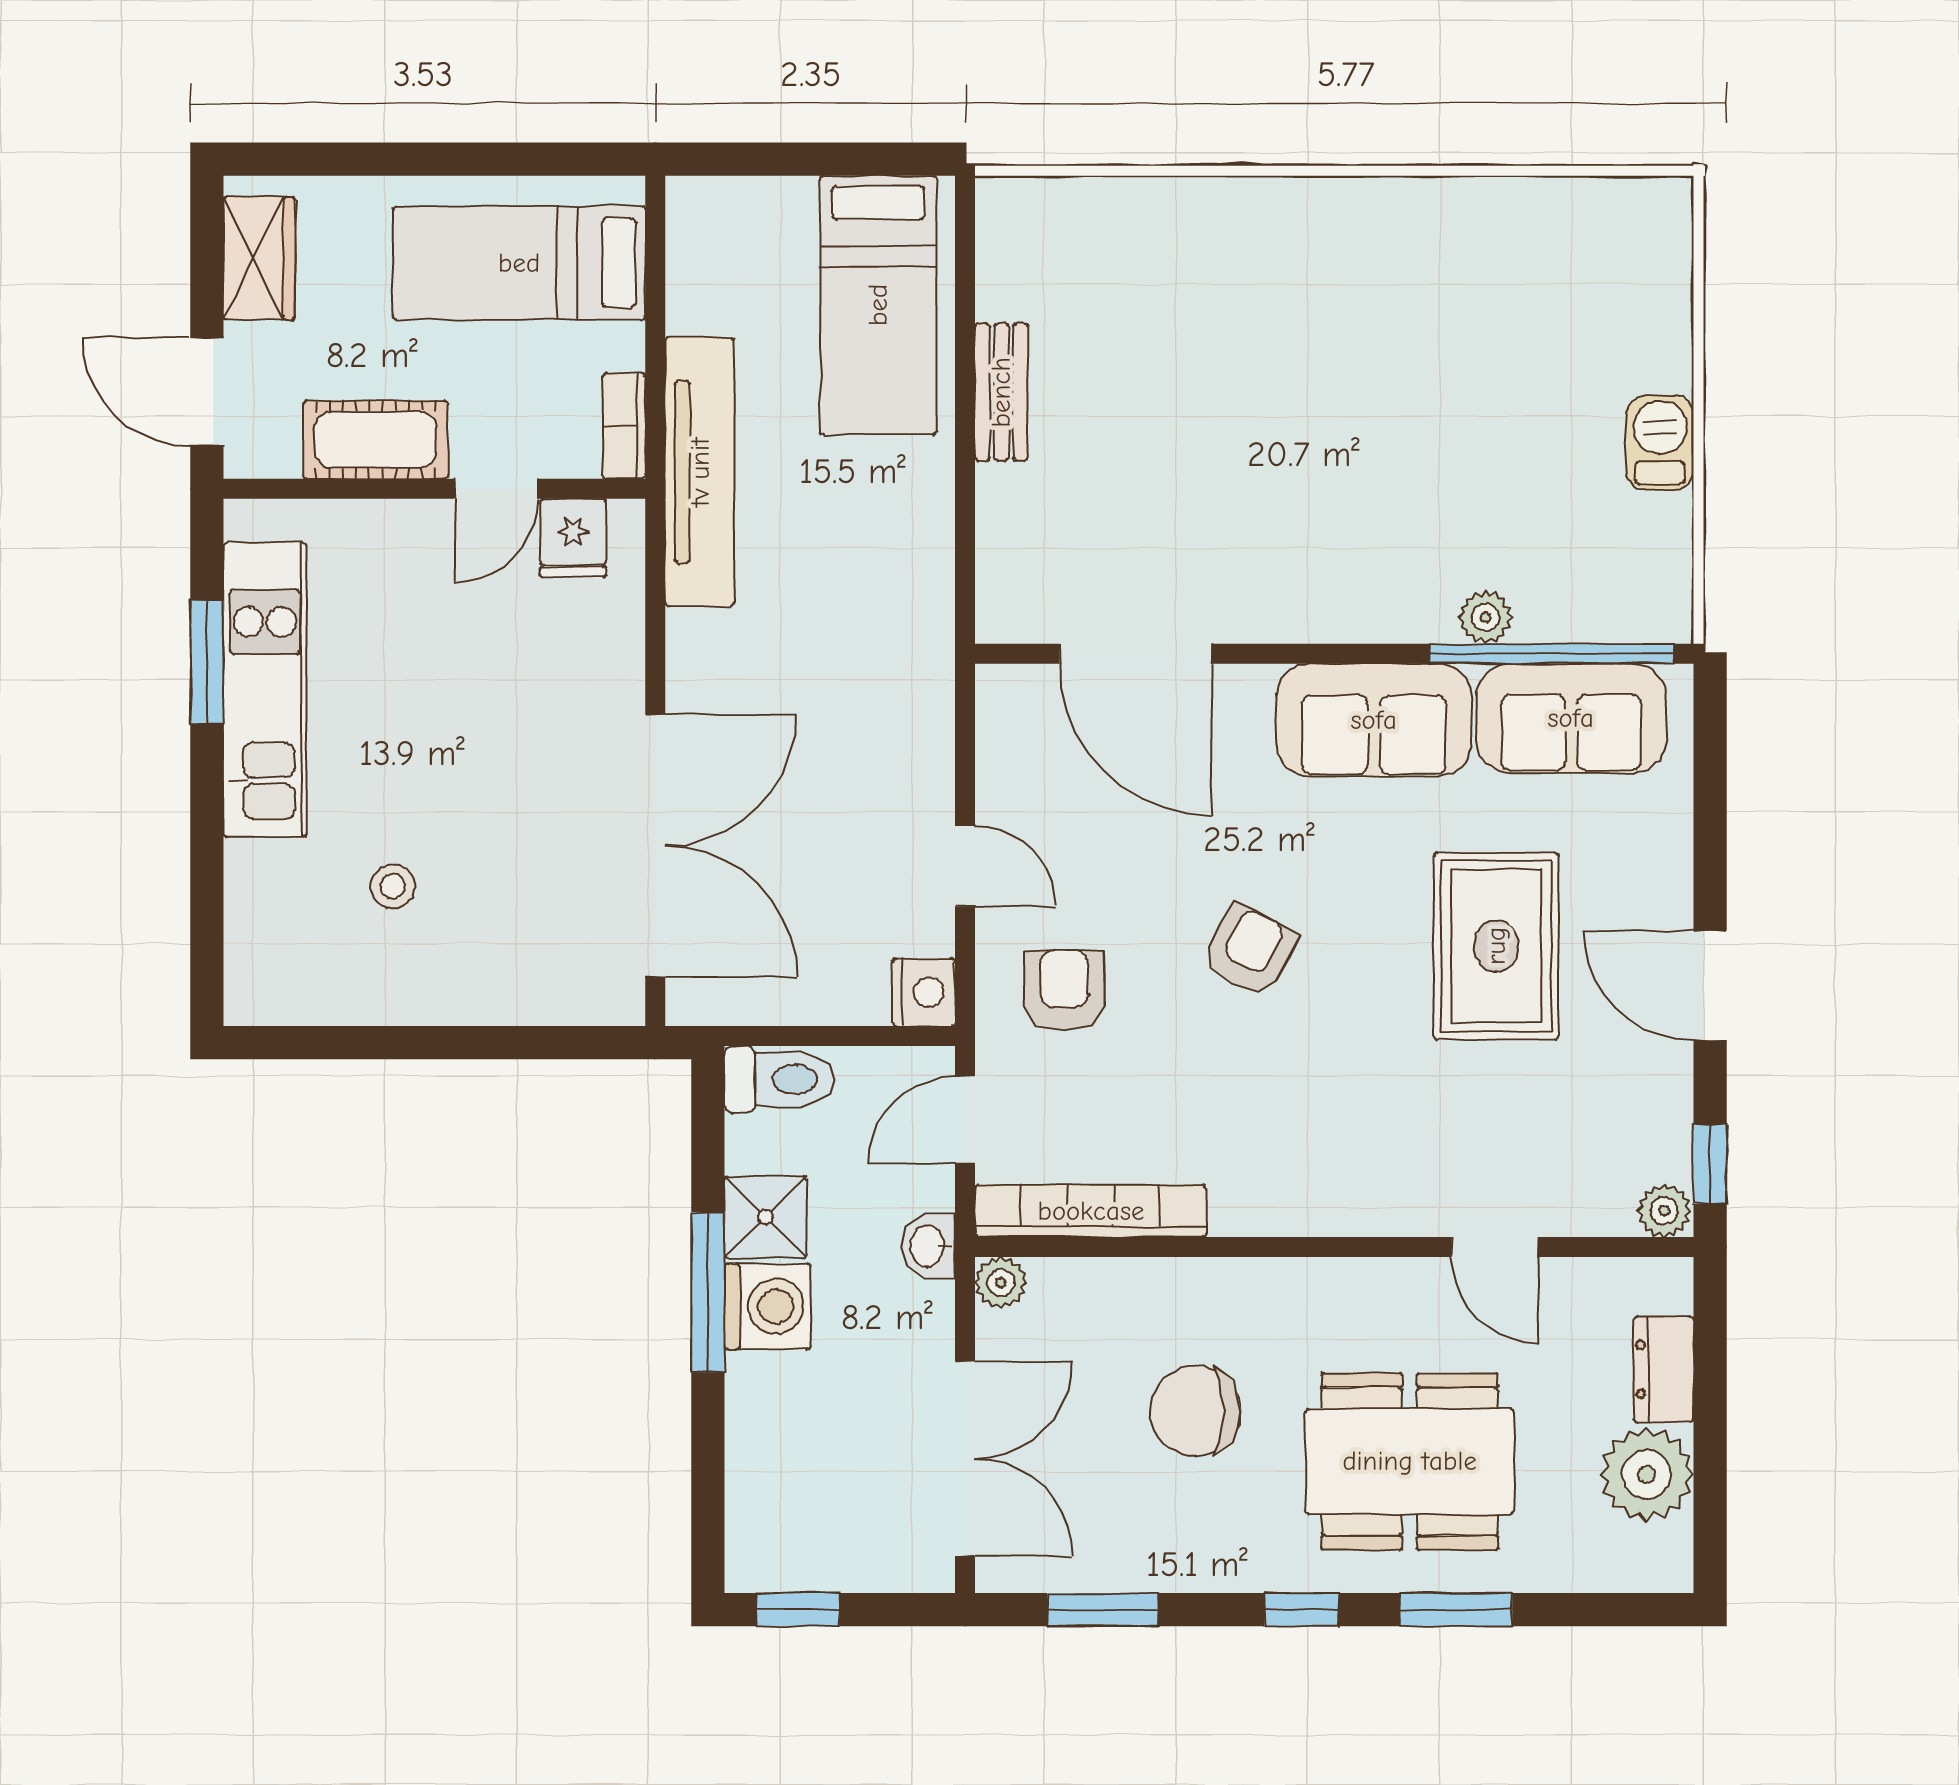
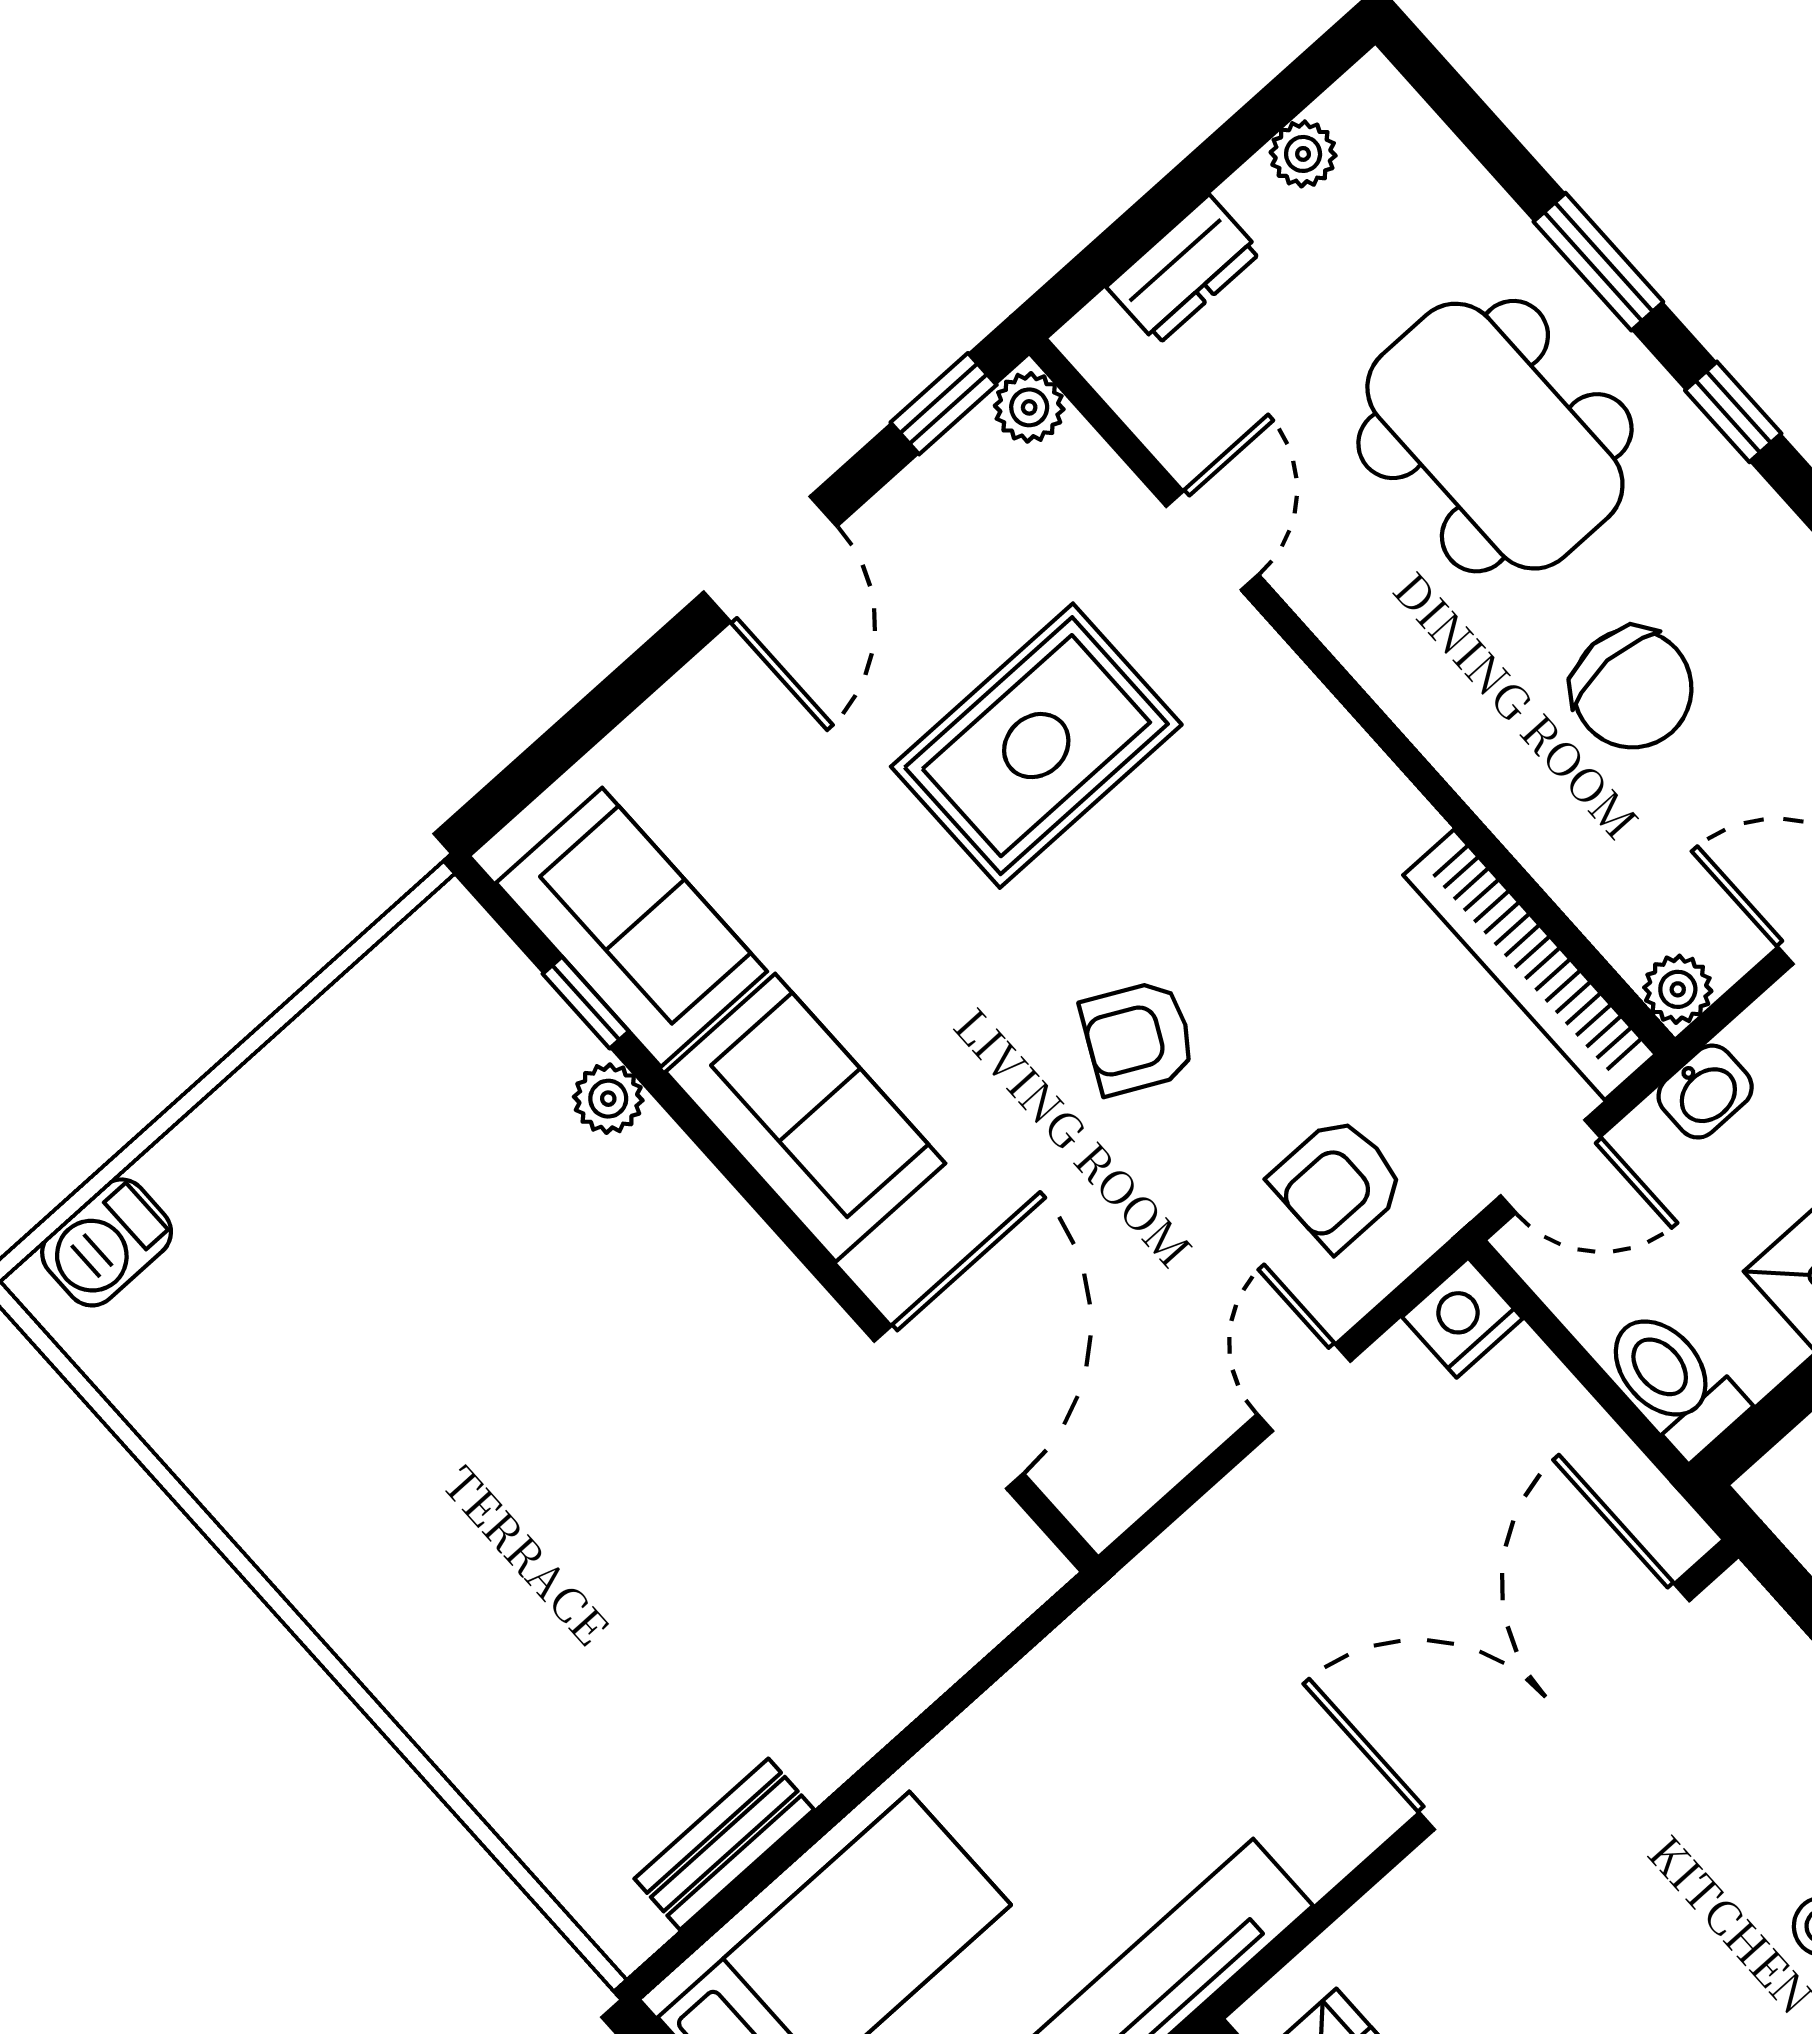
bench: (1001, 392) -> (724, 1844), moved
barbecue: (1660, 442) -> (107, 1242), moved
window: (1552, 654) -> (586, 1003), width x0.32
rug: (1496, 946) -> (1036, 746), moved
plant: (1647, 1474) -> (1303, 154), width x0.53, depth x0.53

